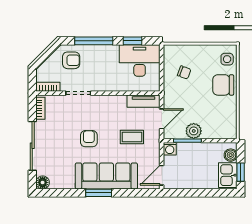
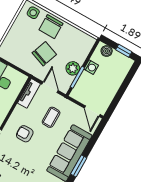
chair: (184, 72) -> (44, 54), moved, width x1.87, depth x1.87
armchair: (89, 139) -> (25, 134), moved
washing machine: (170, 149) -> (91, 67), moved
kitchen sink: (228, 175) -> (120, 62), removed

